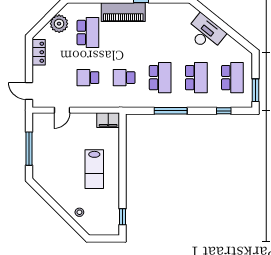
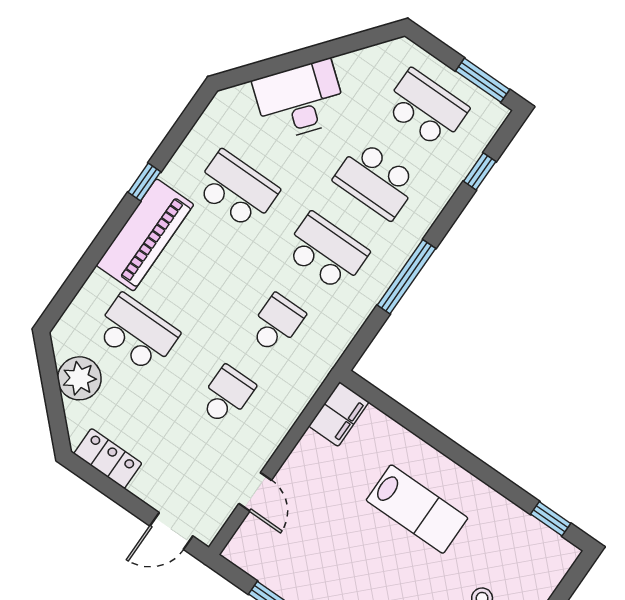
school desk: (160, 33) -> (237, 190), added
school desk: (88, 78) -> (227, 395), turned 180
school desk: (124, 78) -> (276, 324), turned 180
school desk: (196, 78) -> (376, 180), turned 180

